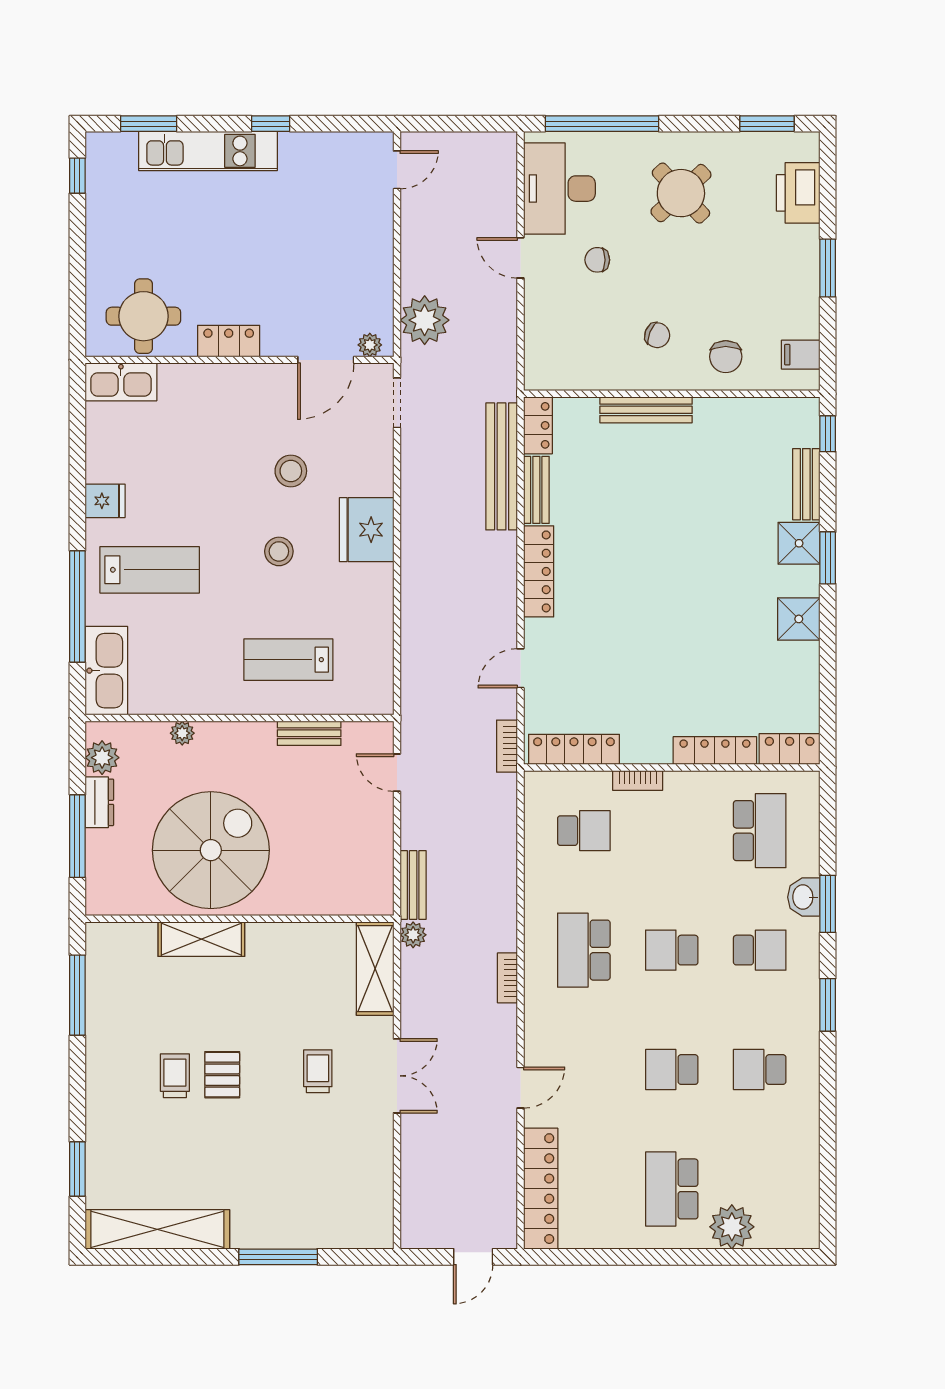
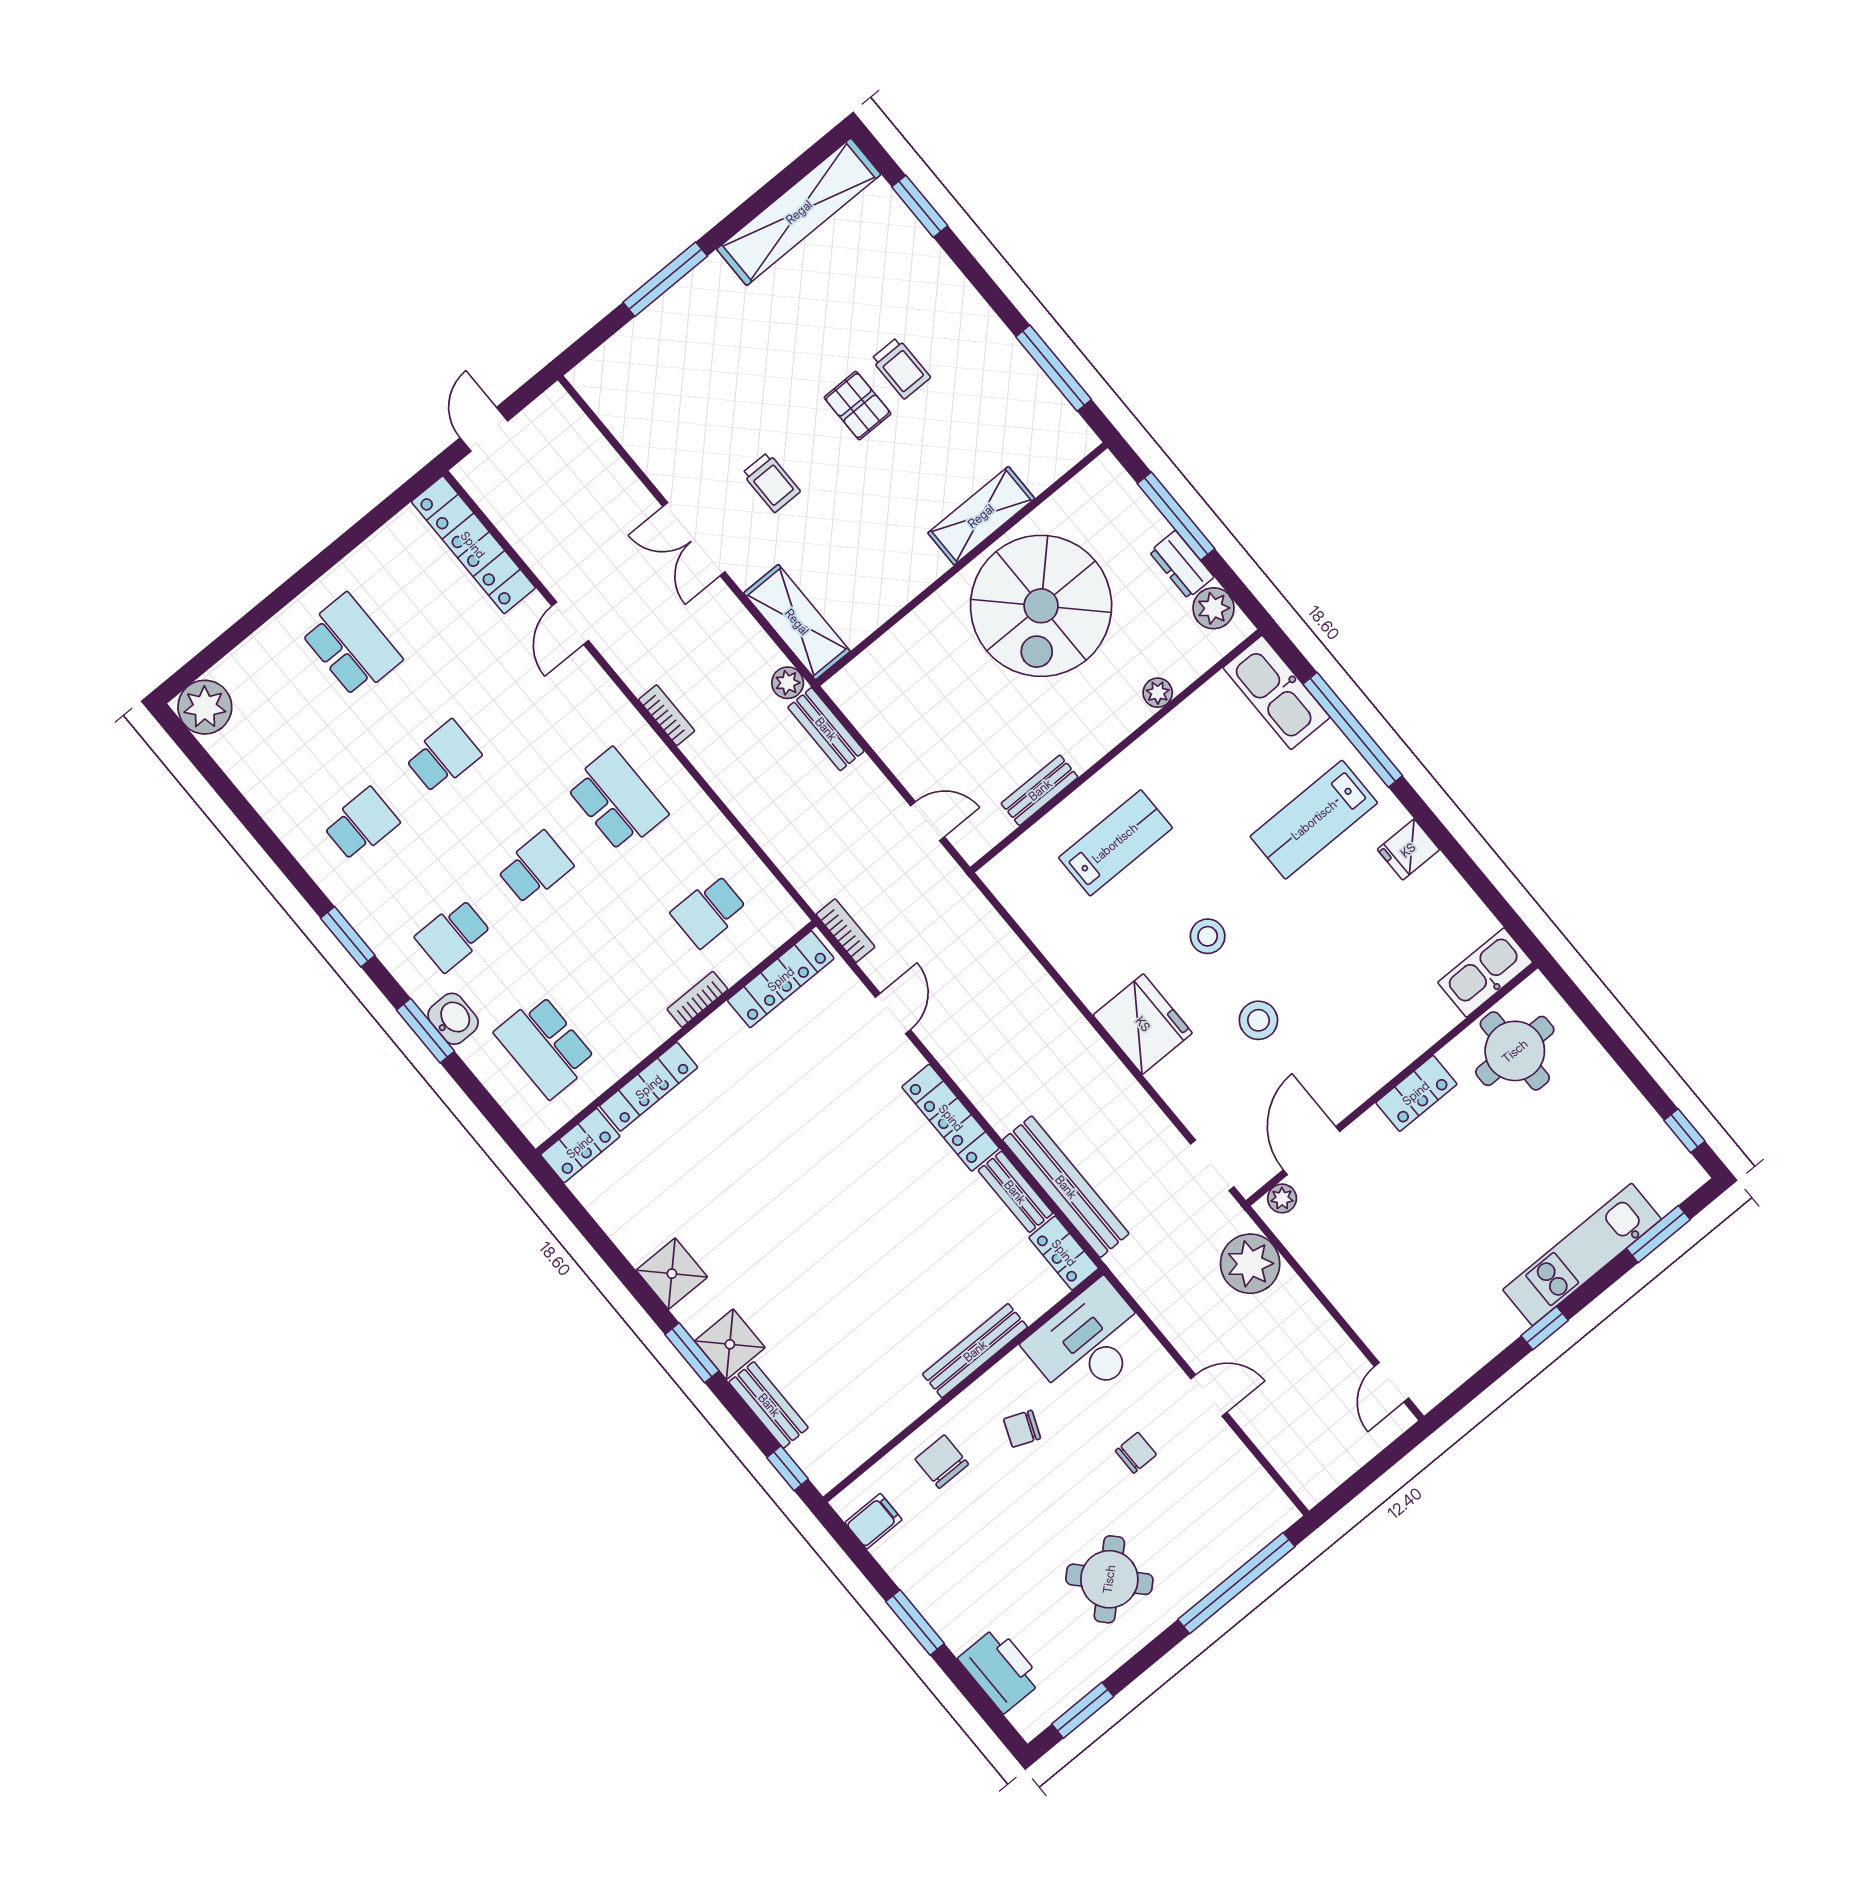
desk: (559, 189) -> (1089, 1343), moved, turned -90
plant: (732, 1227) -> (205, 707), moved

